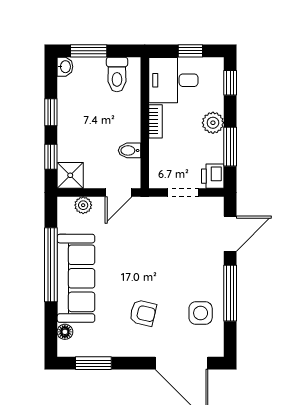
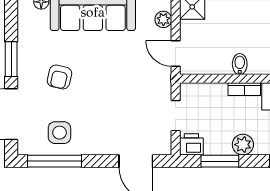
bidet: (129, 150) -> (240, 64), moved
window: (230, 293) -> (54, 161), moved
window: (93, 363) -> (11, 59), moved

